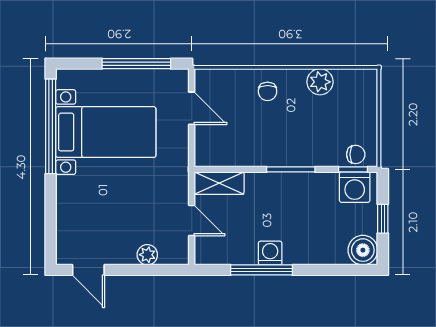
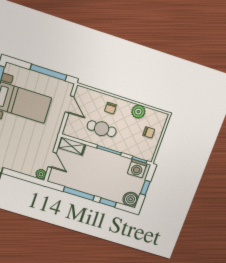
cafe table: (264, 134) -> (102, 129), added
chair: (356, 154) -> (149, 132), moved
washing machine: (270, 253) -> (86, 187), removed
plant: (147, 255) -> (41, 174), moved
window: (322, 270) -> (108, 202), added

